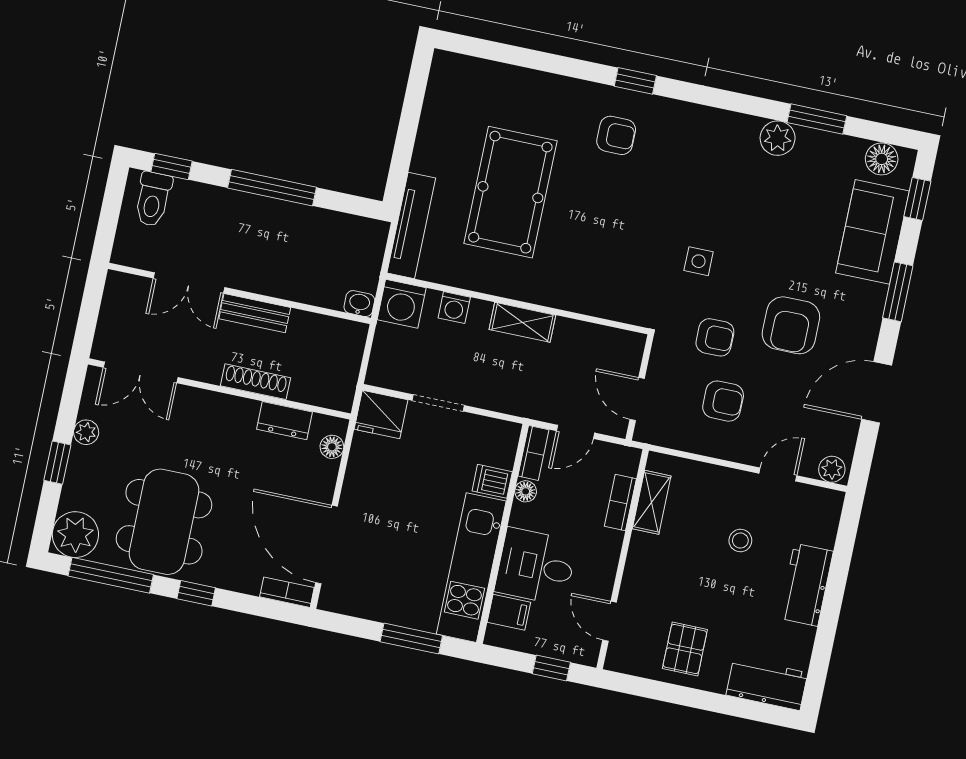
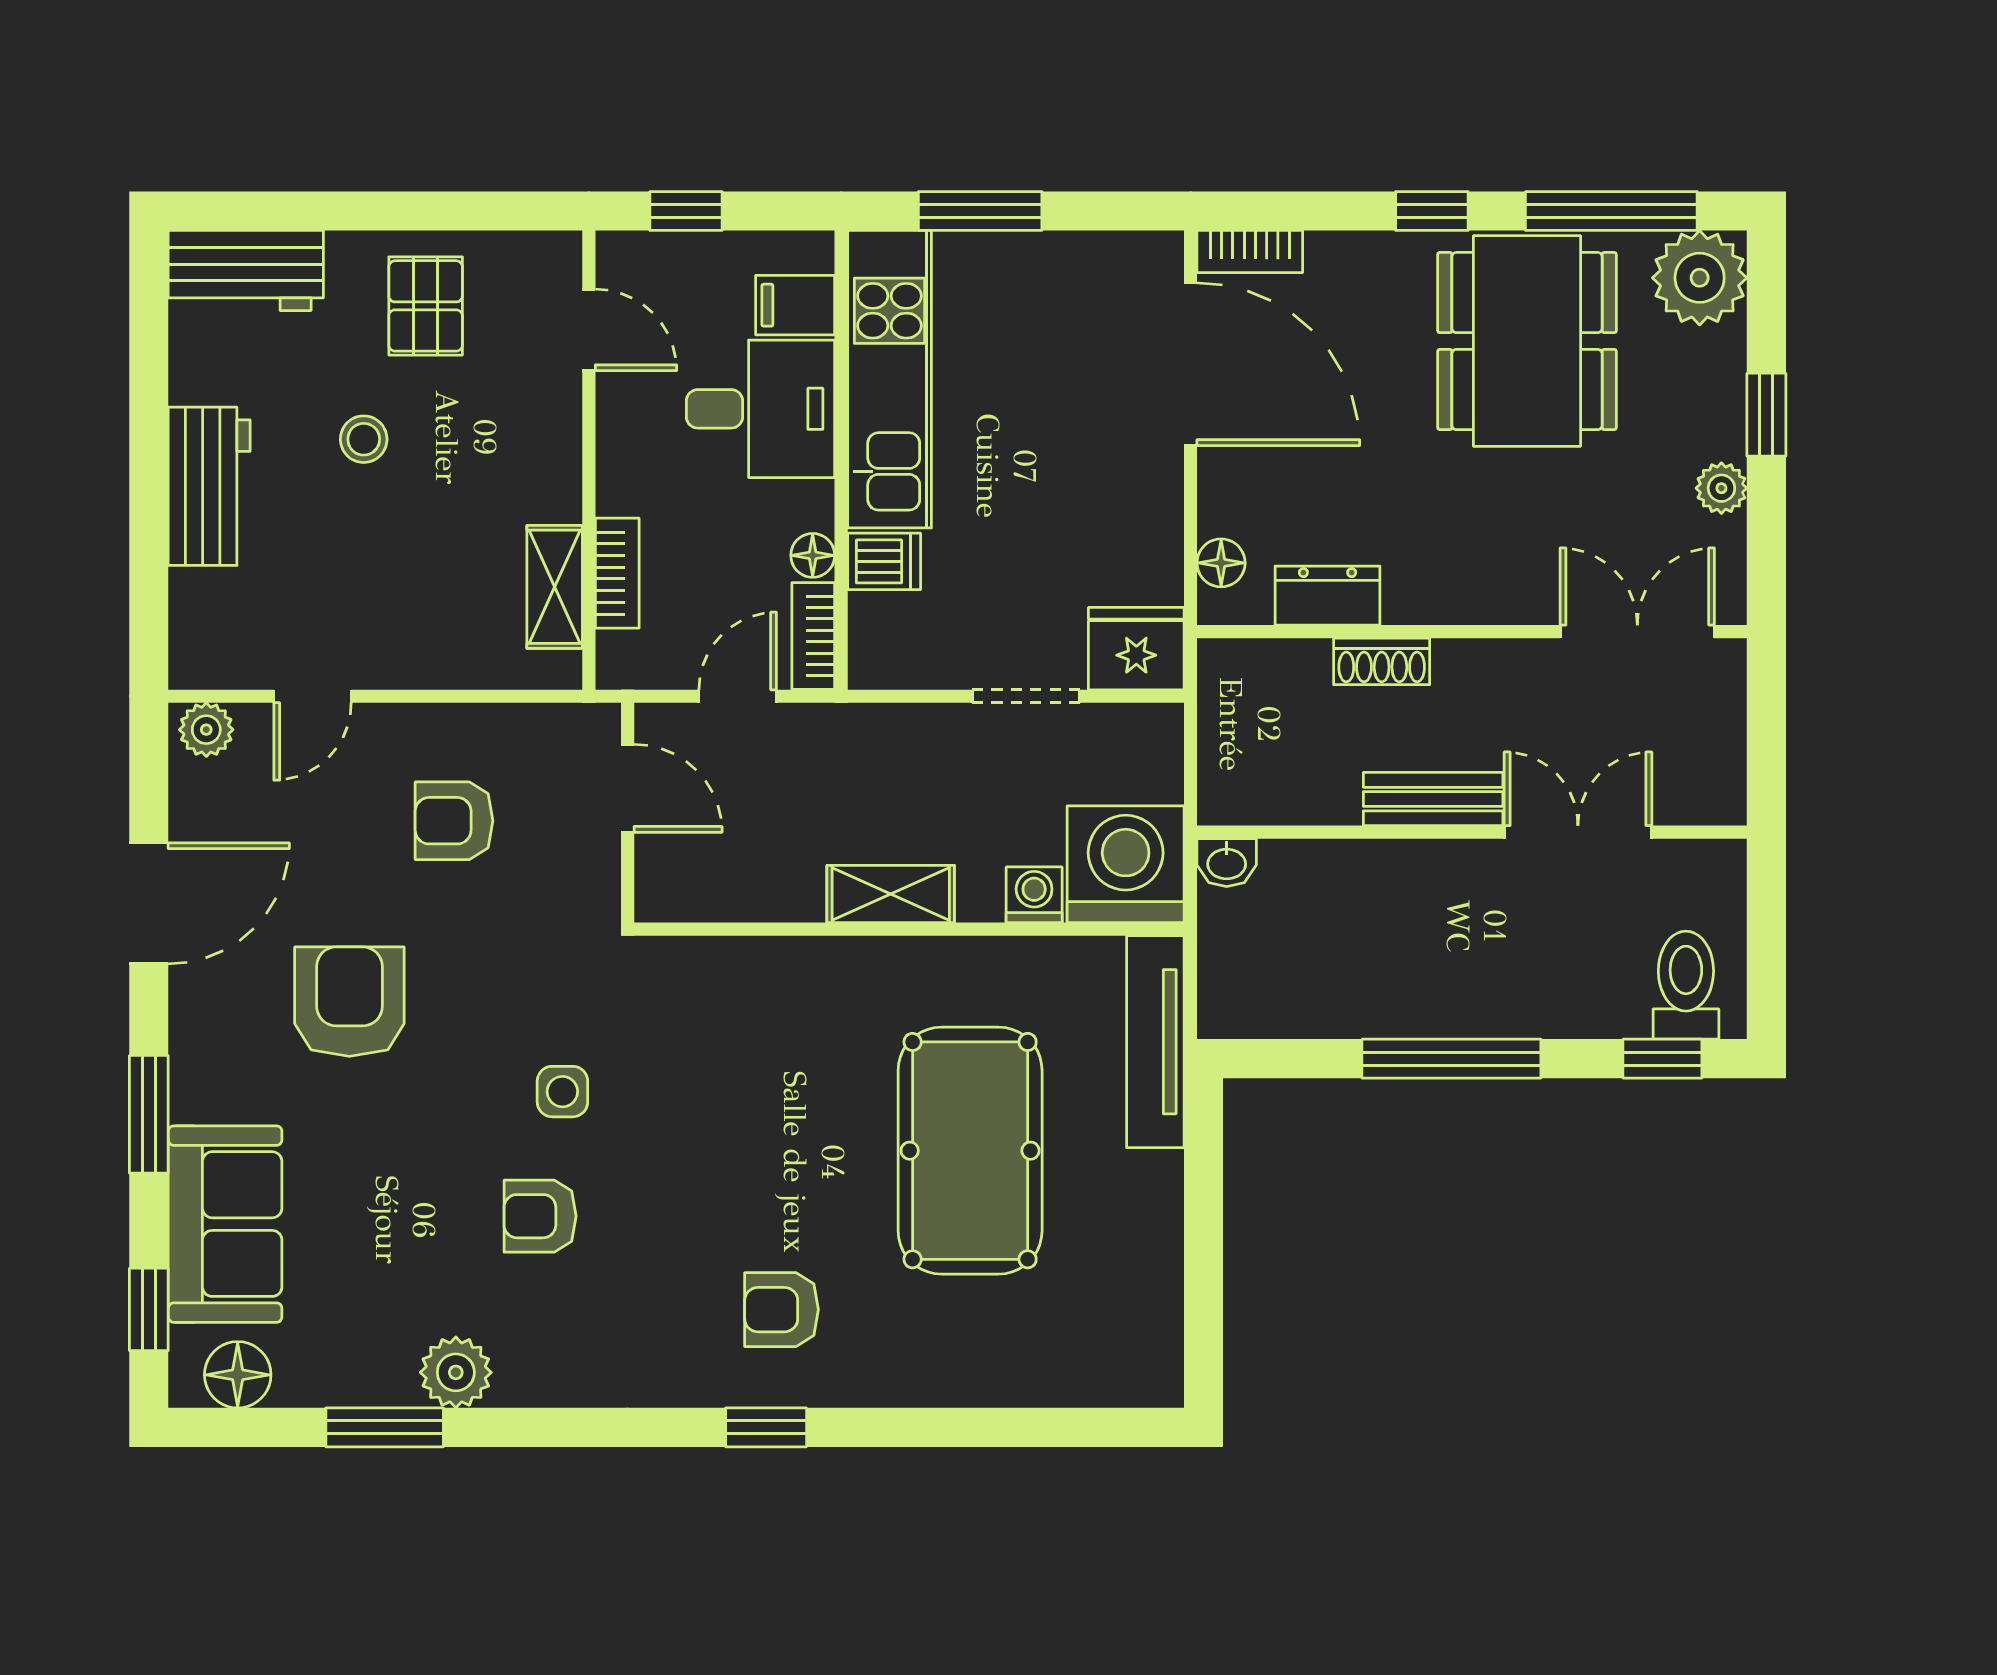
washing machine: (402, 304) -> (1126, 864), width x1.37, depth x1.37
armchair: (715, 337) -> (540, 1216), moved
shoe rack: (256, 382) -> (1382, 661), width x0.70
stool: (740, 541) -> (364, 439), moved

